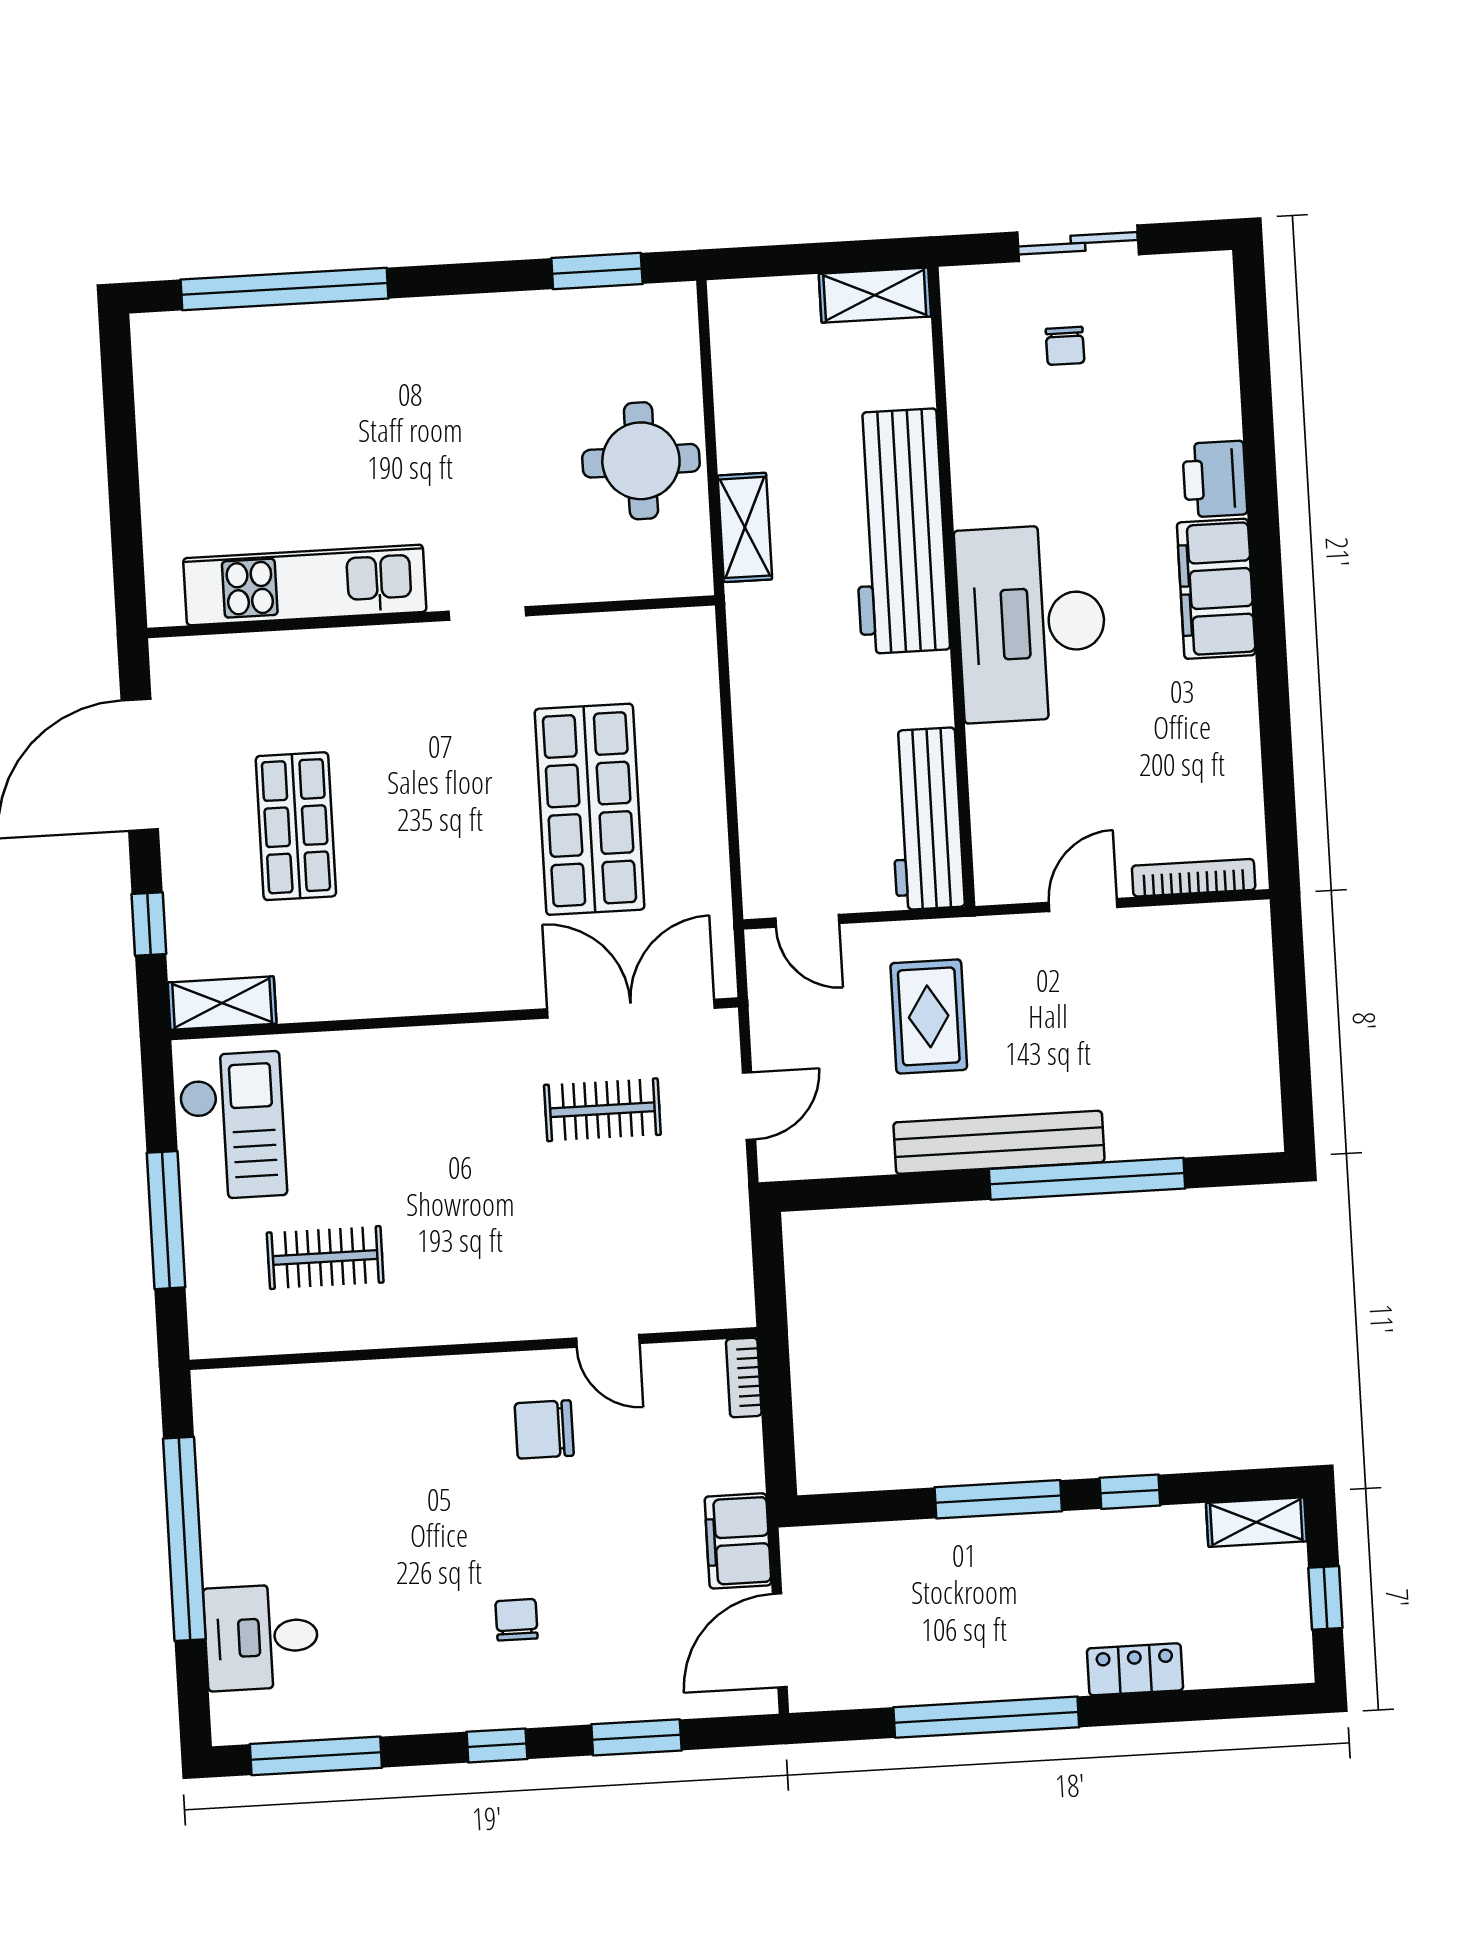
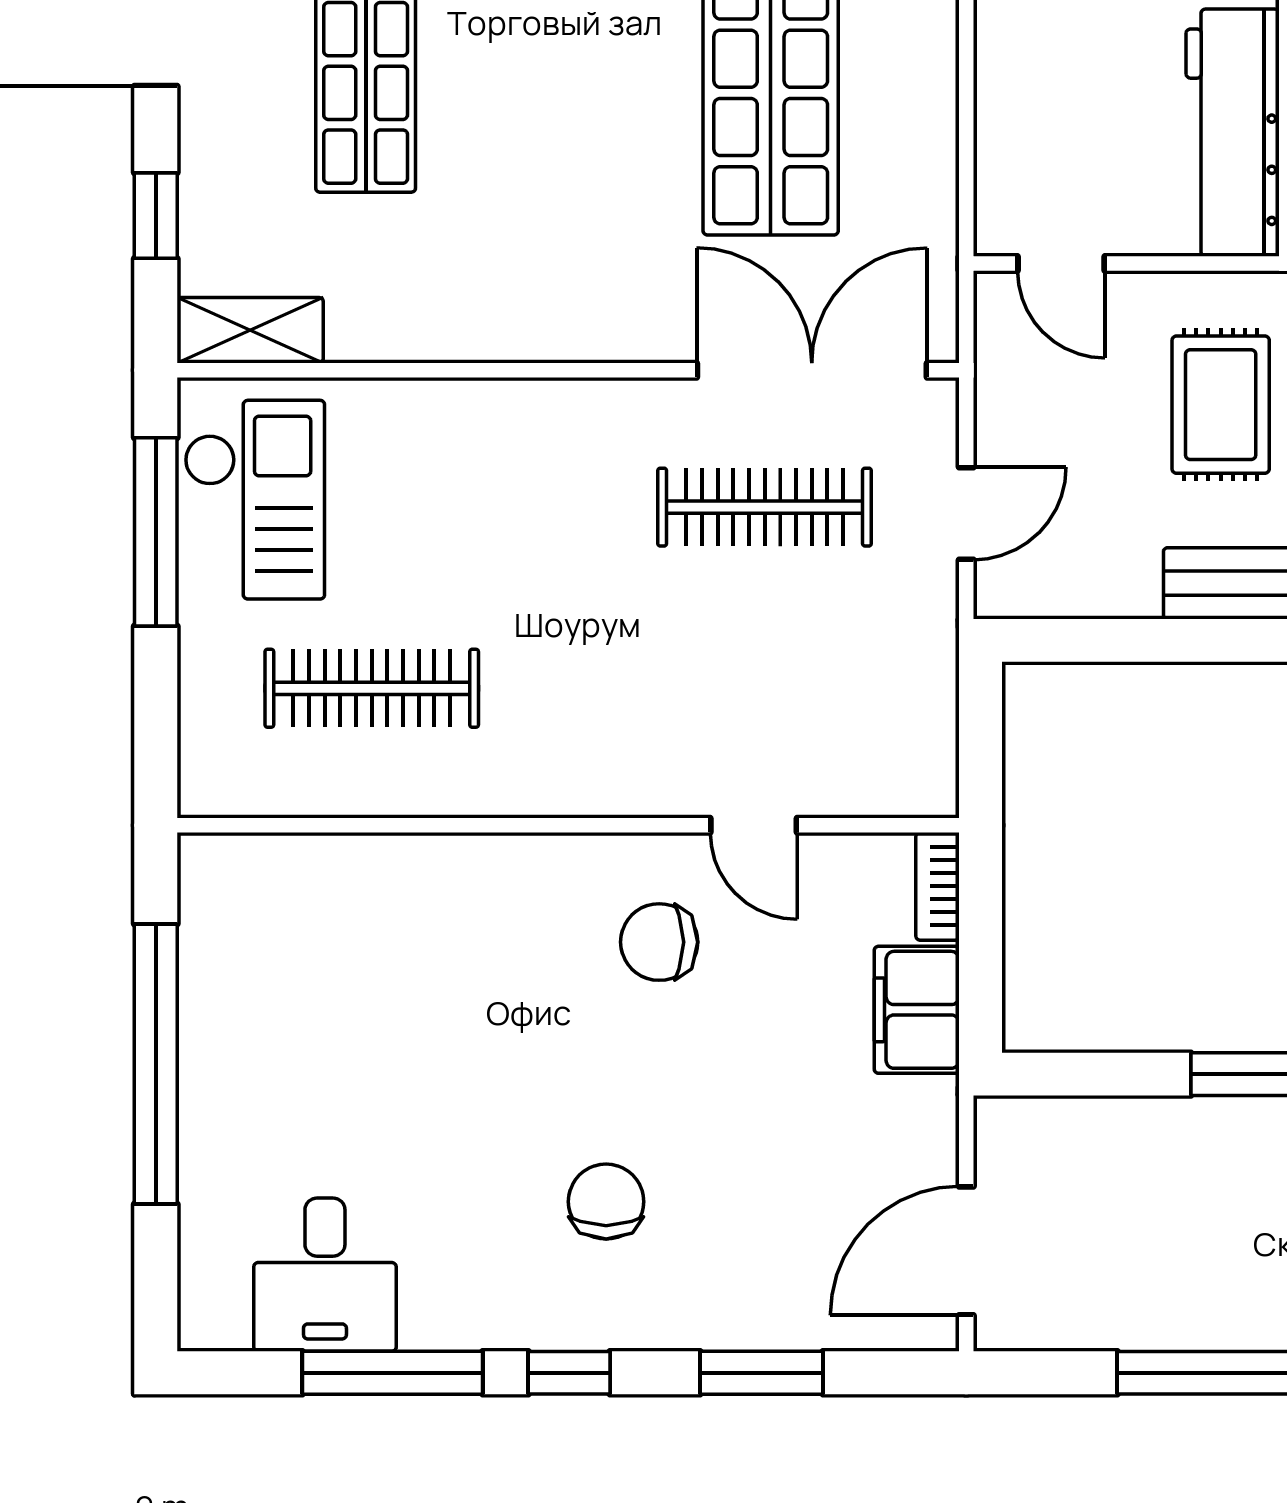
clothes rail: (602, 1110) -> (765, 507), width x1.36
window: (166, 1220) -> (156, 532), moved
clothes rail: (325, 1258) -> (372, 688), width x1.36
filing cabinet: (738, 1541) -> (917, 1010), moved
chair: (517, 1620) -> (606, 1202), width x1.37, depth x1.37
desk: (261, 1637) -> (325, 1275), moved, turned -90
window: (316, 1756) -> (392, 1373), moved

